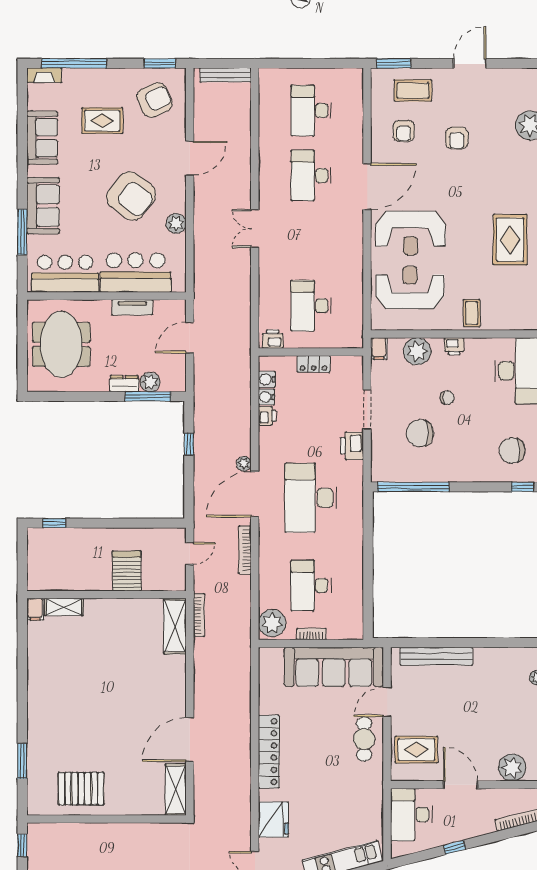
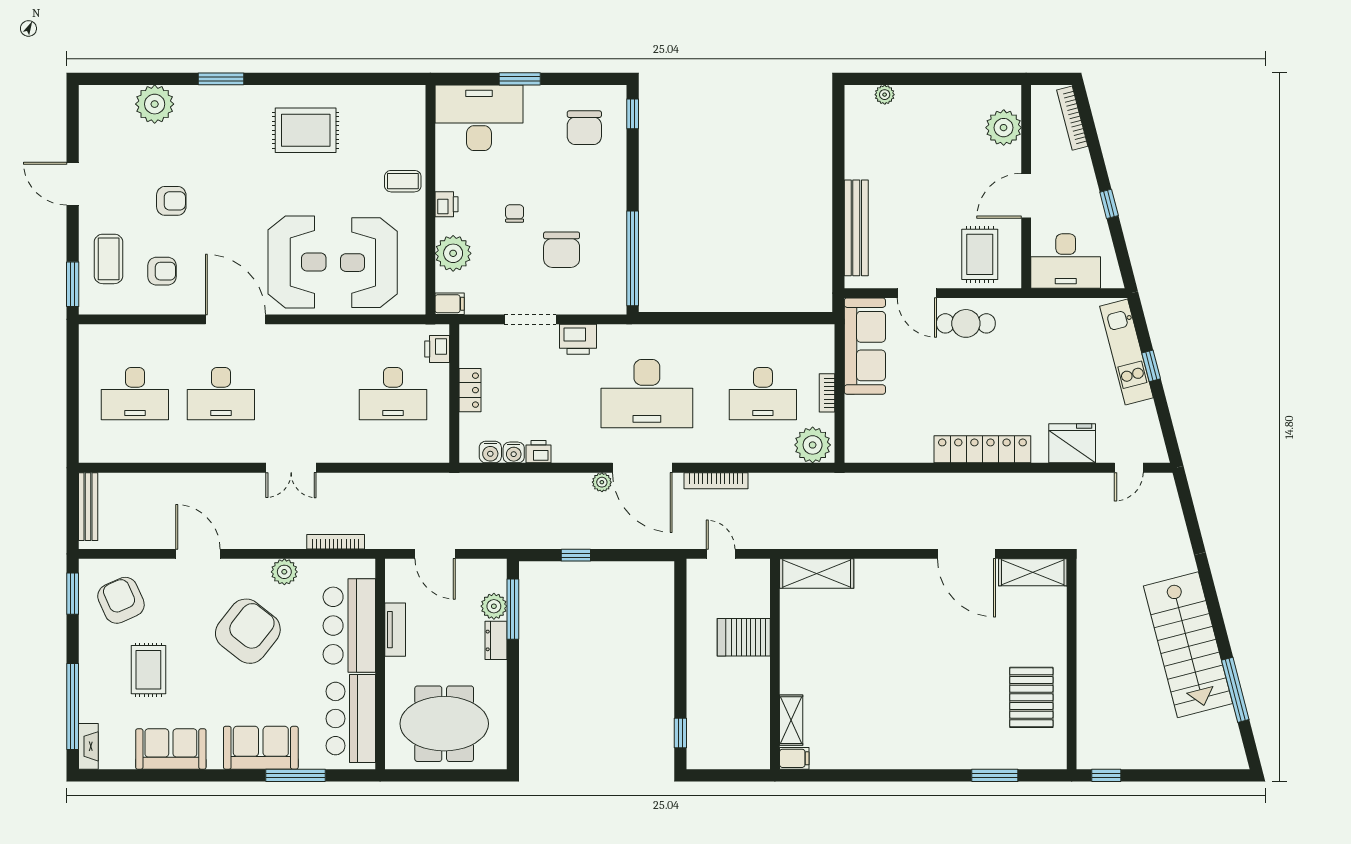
printer: (273, 339) -> (437, 349), moved
bookcase: (199, 615) -> (336, 542), moved
sofa: (334, 667) -> (865, 346), width x0.74, depth x0.79

